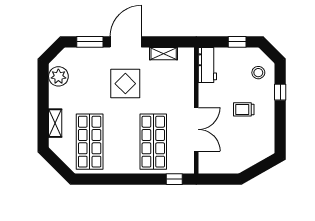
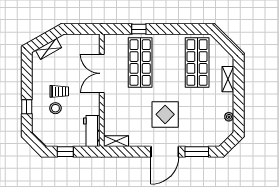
shelving: (164, 54) -> (116, 141), moved
stool: (258, 73) -> (55, 108), moved
plant: (58, 76) -> (229, 117), width x0.53, depth x0.53
shelving: (256, 157) -> (49, 49), added
window: (174, 179) -> (139, 29), moved

